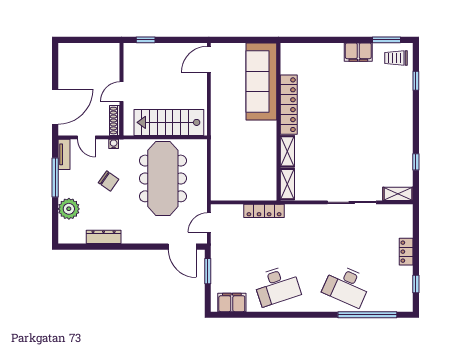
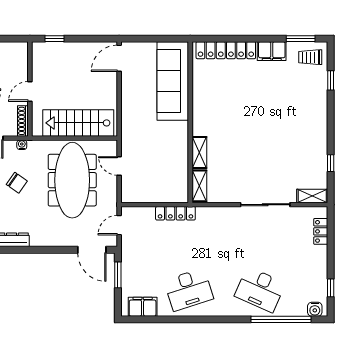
locker: (289, 105) -> (226, 50), moved, turned 90
door: (209, 165) -> (119, 166), added
locker: (406, 252) -> (321, 231), moved
water cooler: (400, 305) -> (315, 309), added

